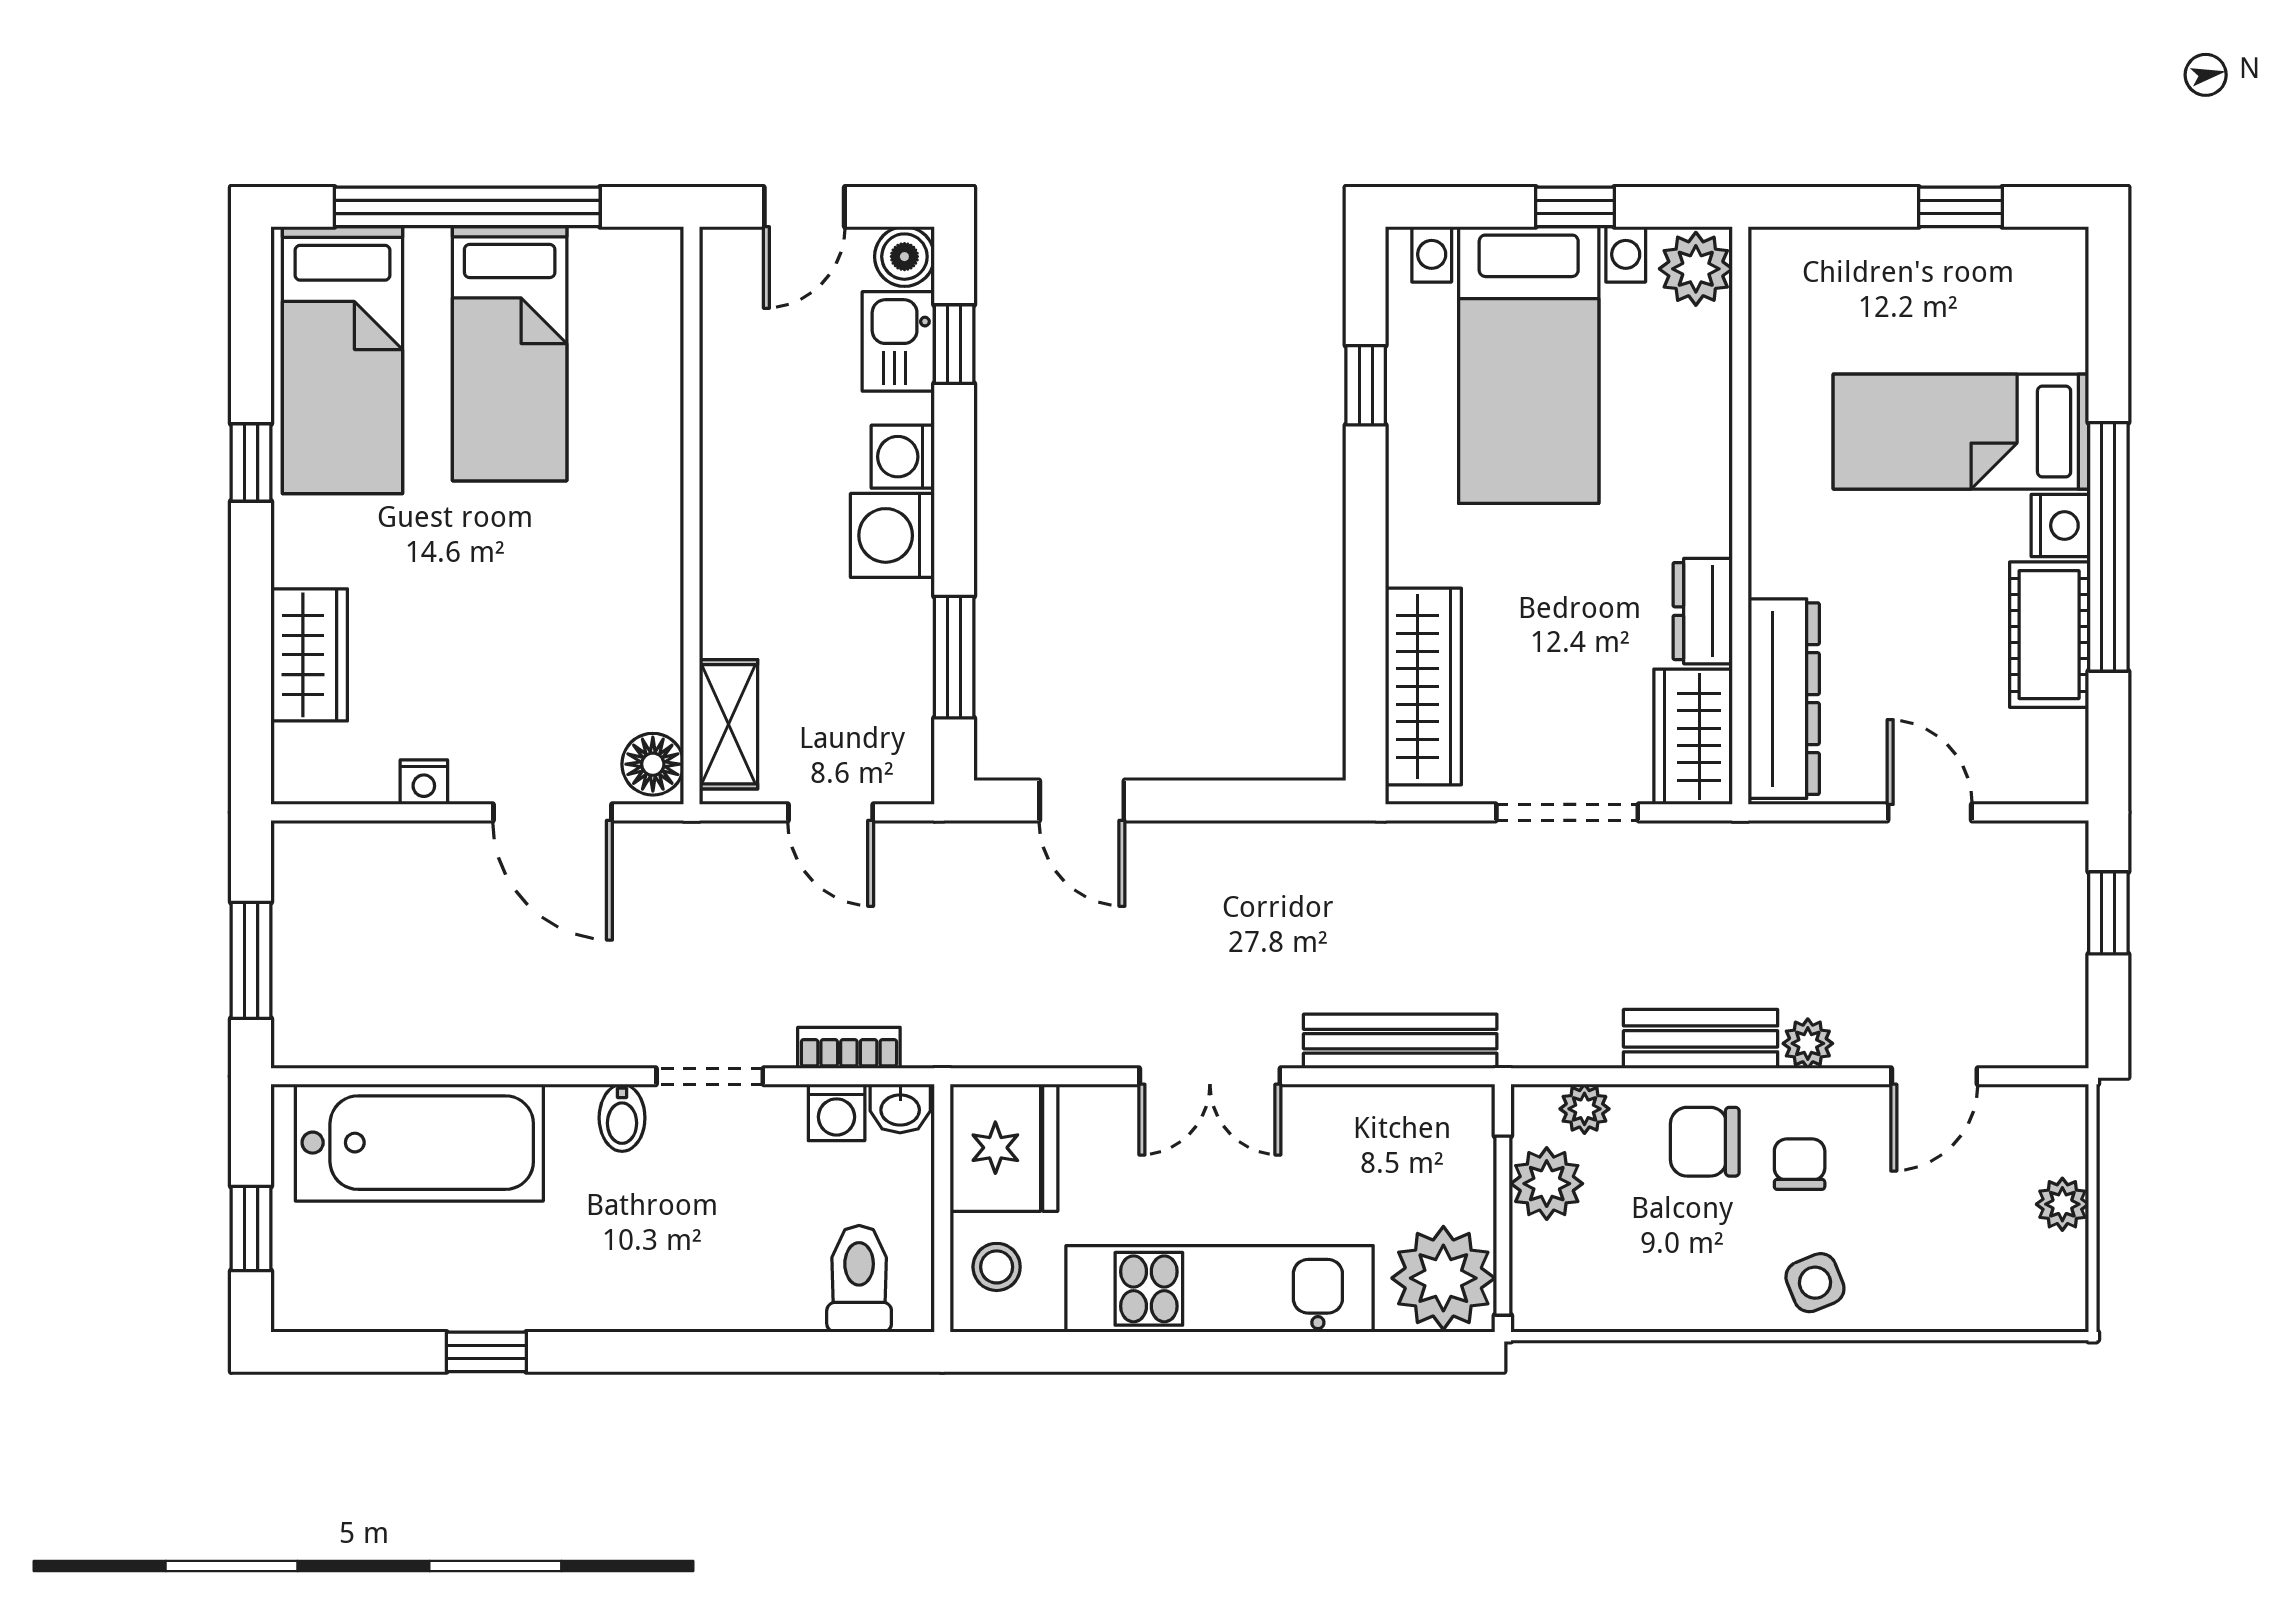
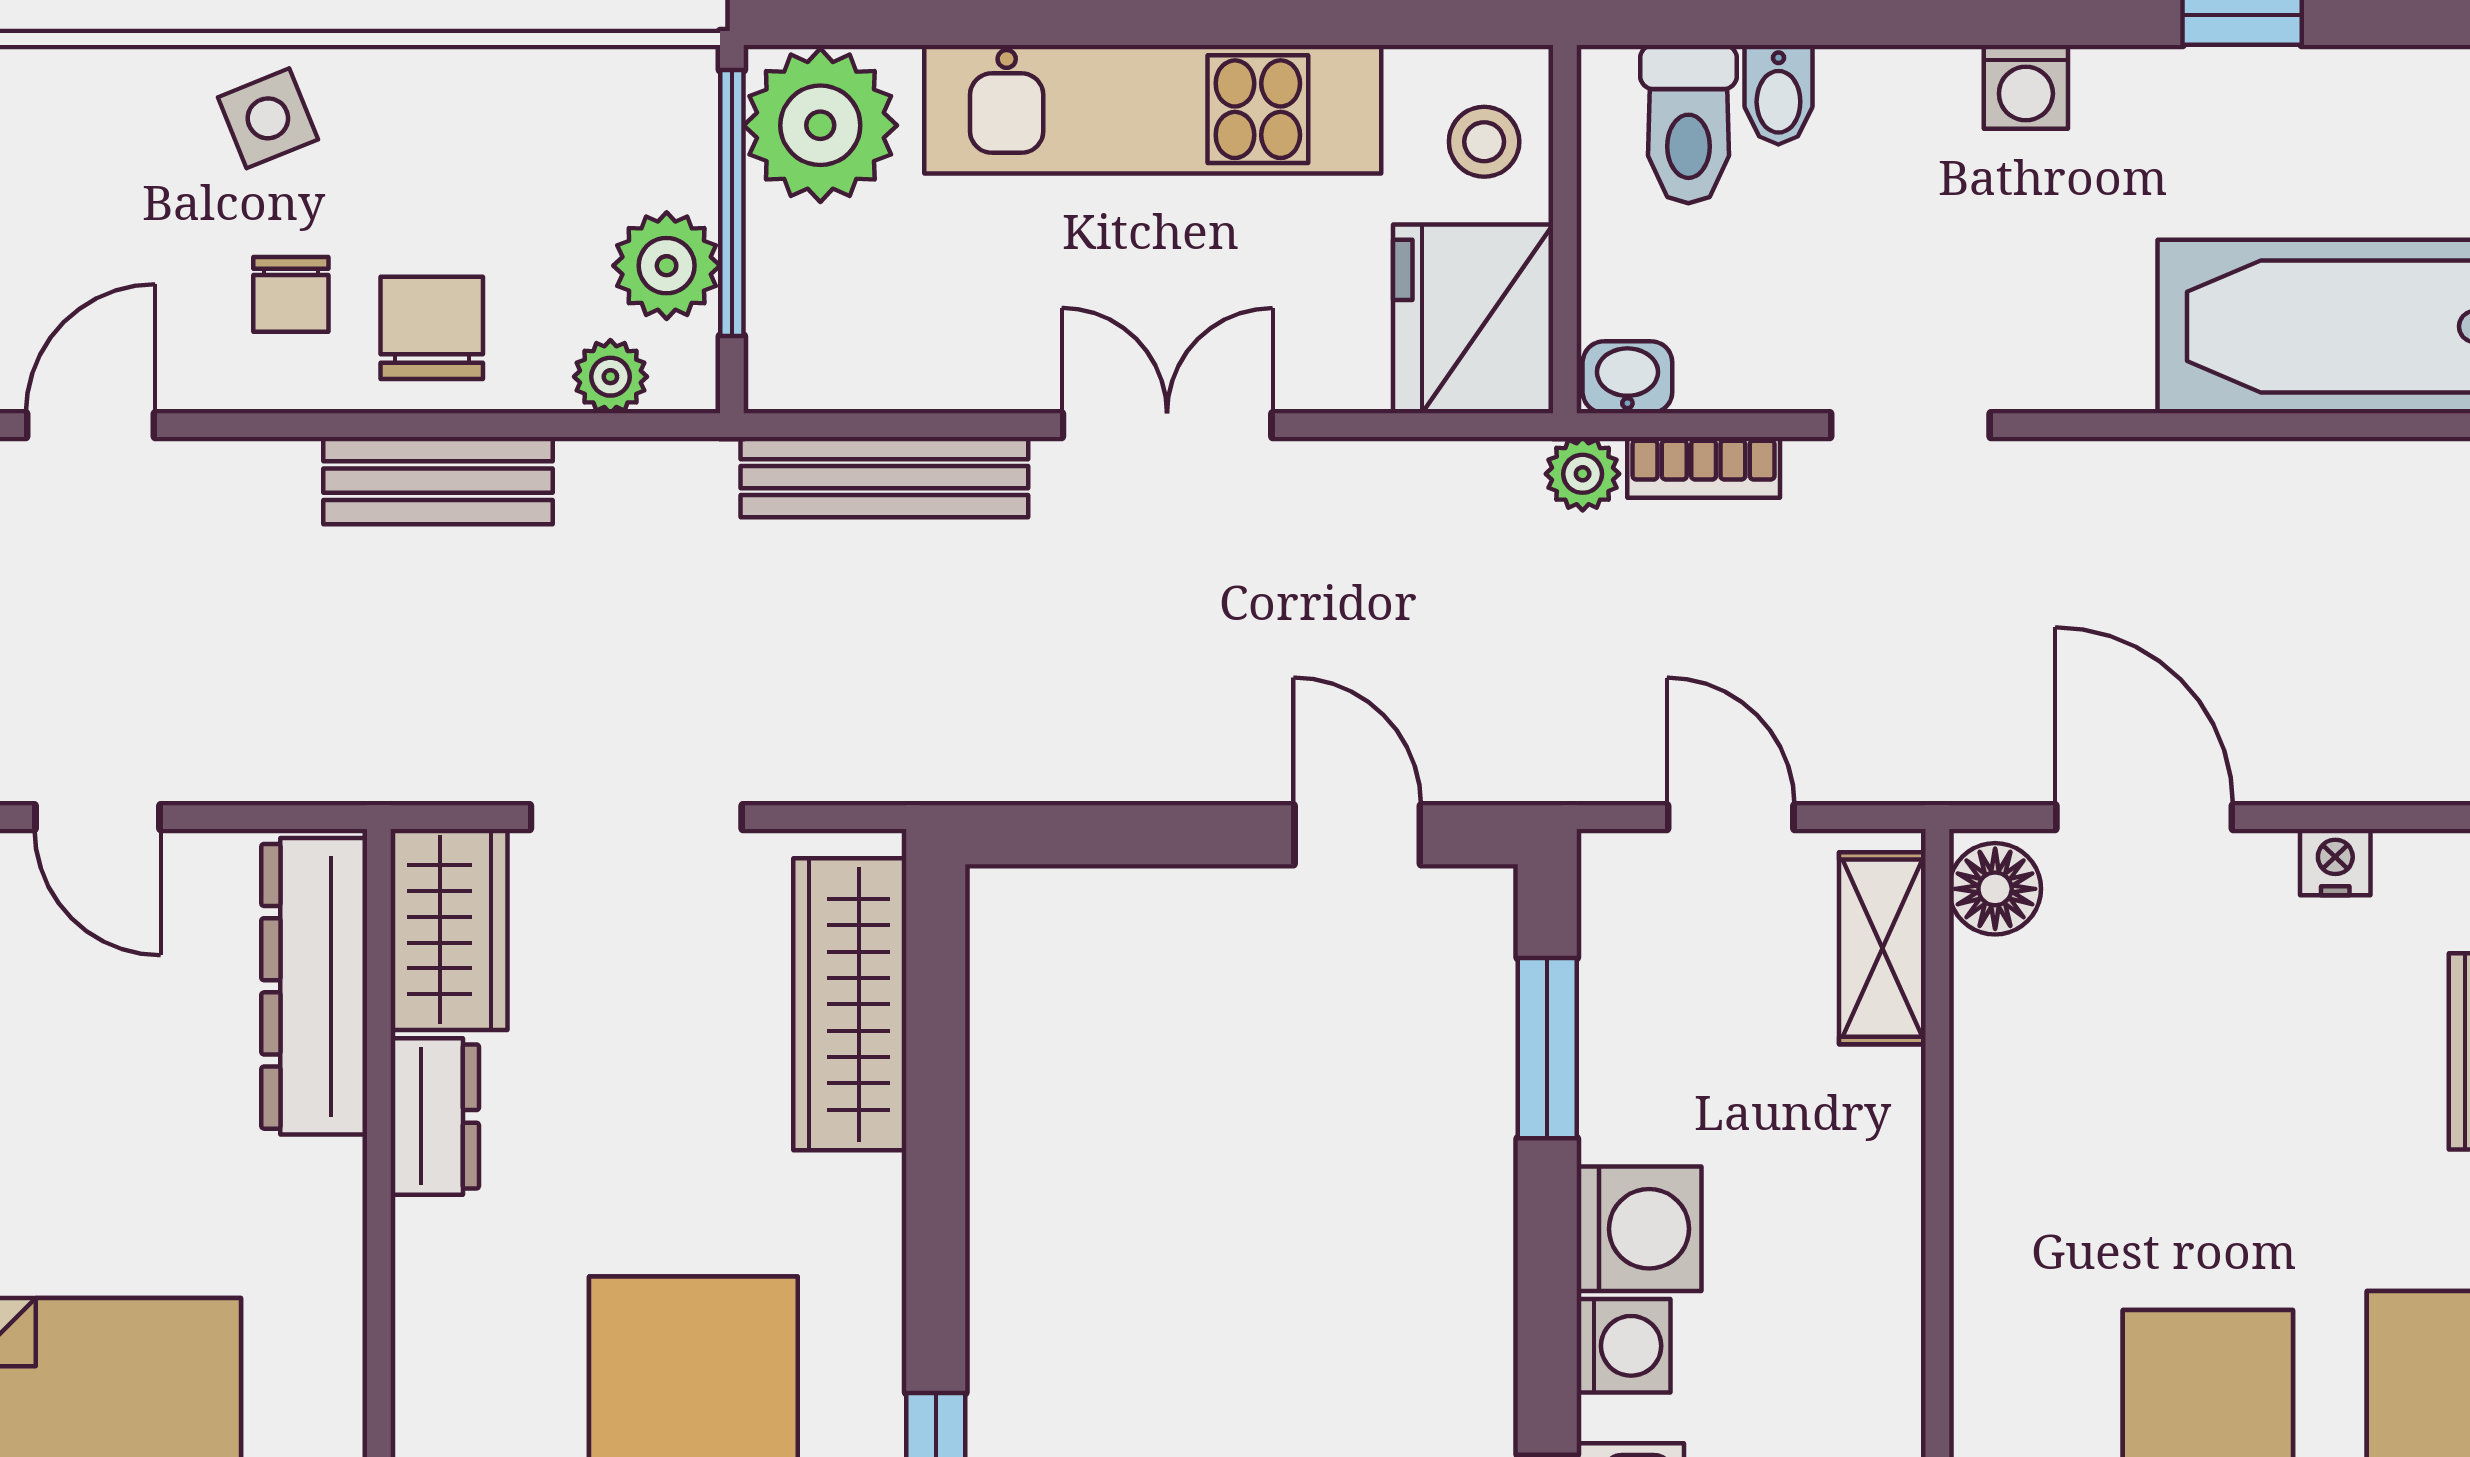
plant: (1808, 1043) -> (1583, 474), moved
washing machine: (837, 1112) -> (2026, 87), moved, turned 180
bidet: (622, 1118) -> (1778, 95), moved, turned 180
chair: (1705, 1142) -> (432, 328), turned -90

